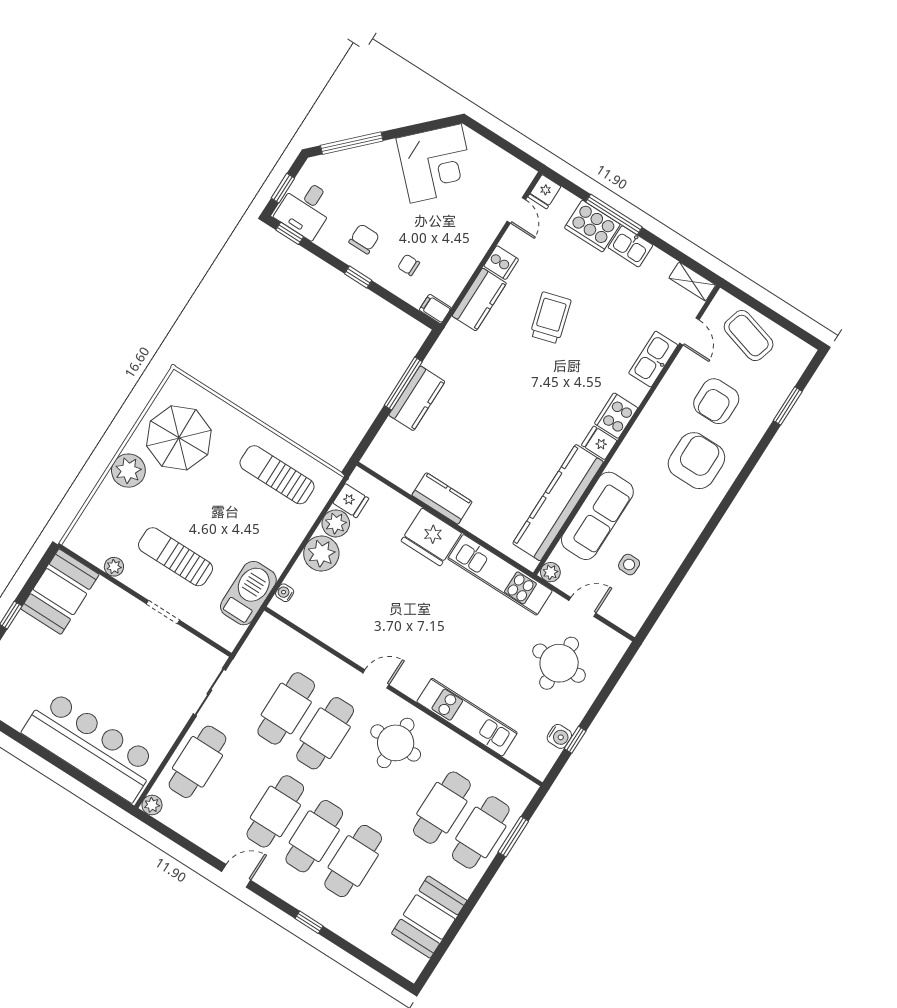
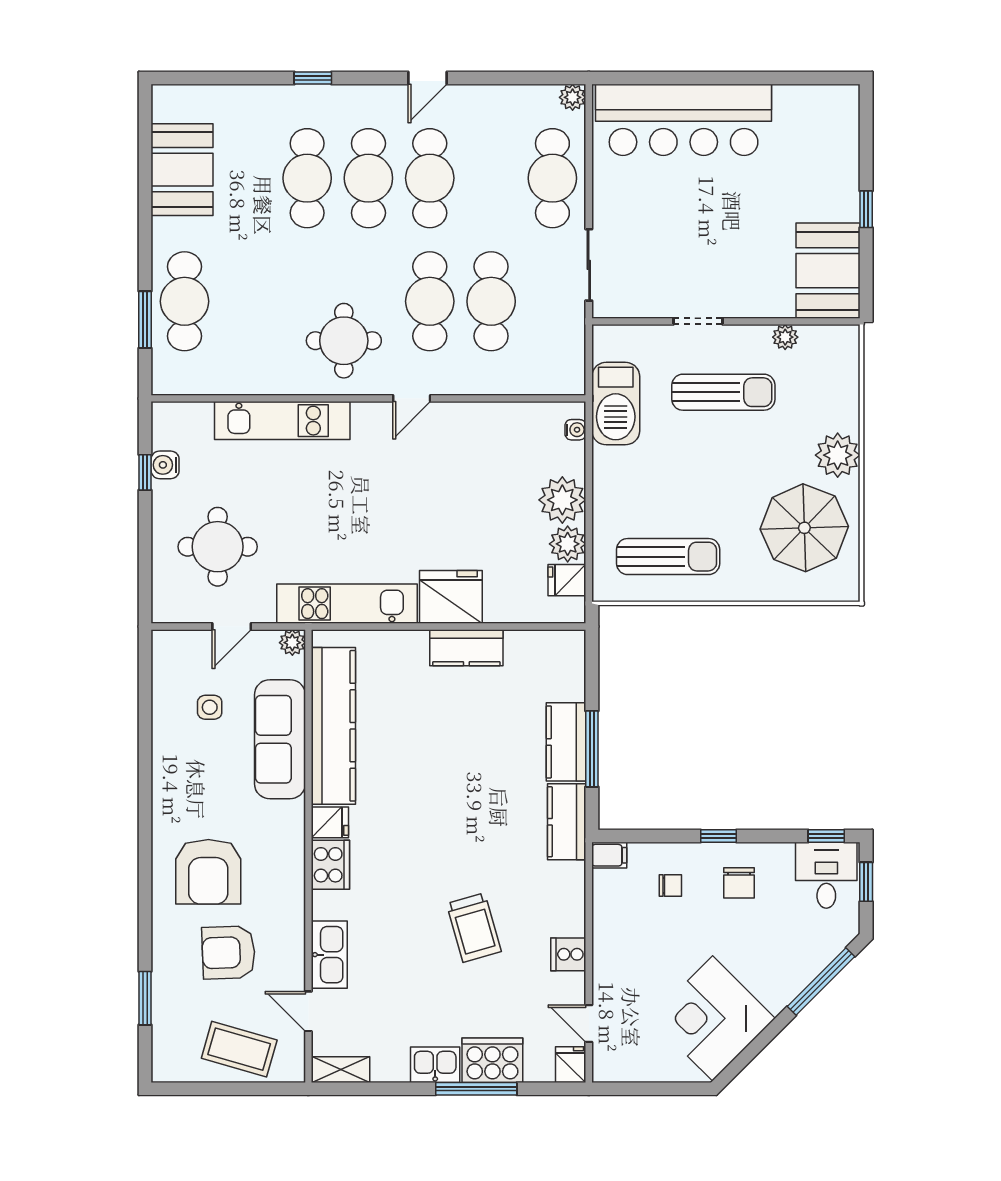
kitchen counter: (479, 300) -> (567, 822), moved
armchair: (716, 401) -> (229, 953), turned -92
cafe table: (442, 808) -> (246, 301), removed

